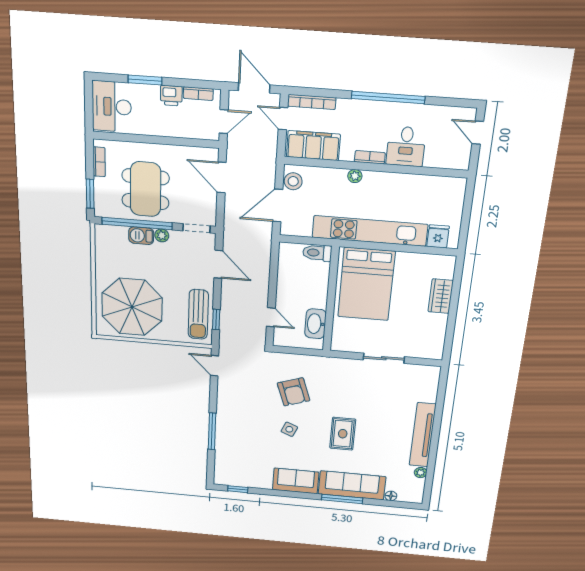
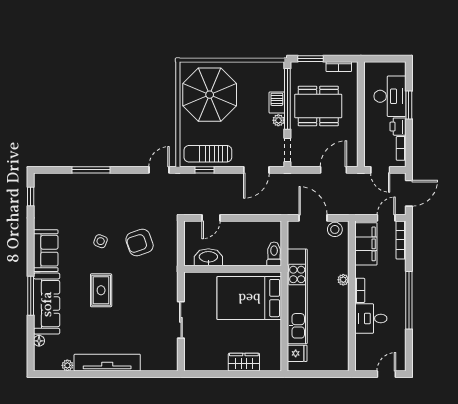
desk: (112, 107) -> (390, 96), moved, turned 90
rug: (343, 434) -> (101, 290), turned 90

